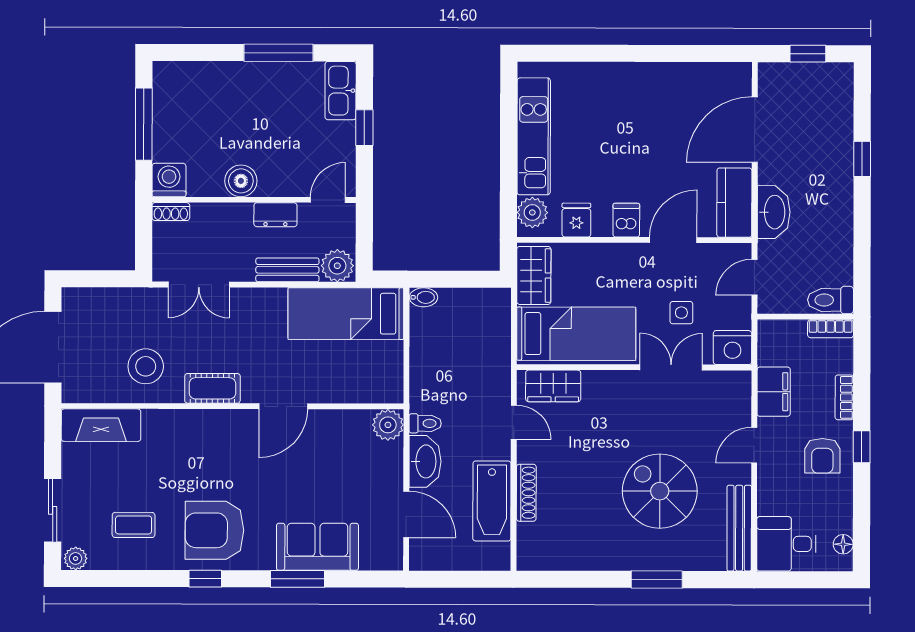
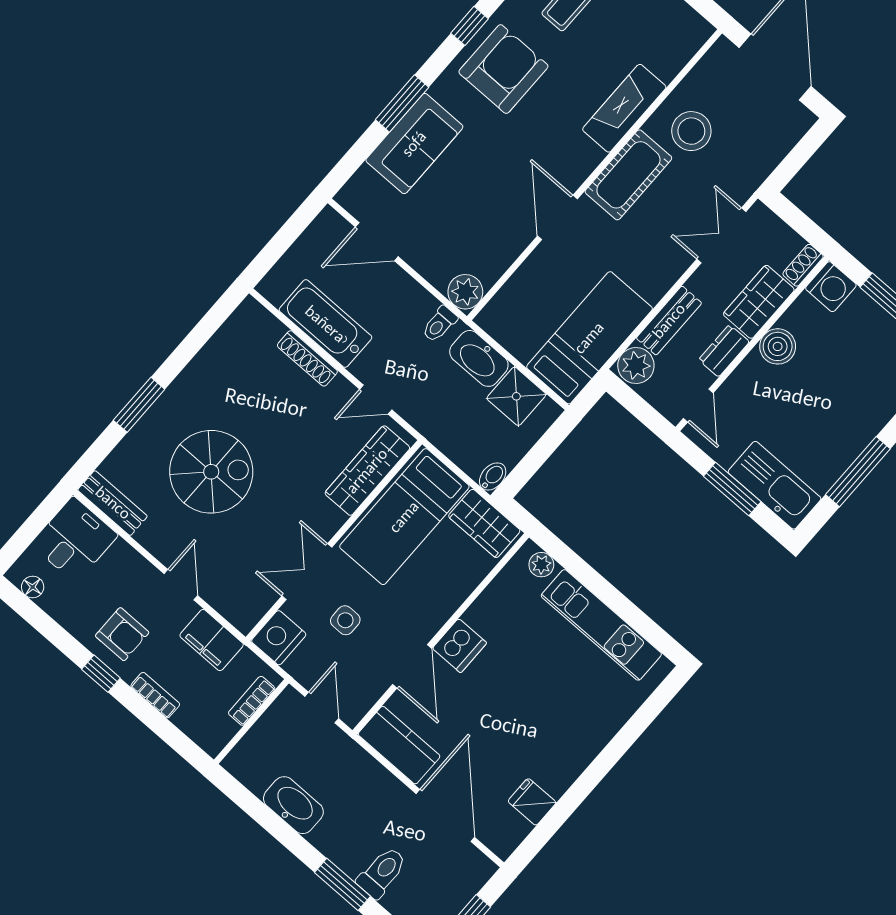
kitchen sink: (341, 91) -> (775, 485), width x1.36, depth x1.24
window: (364, 128) -> (732, 489), width x1.50
window: (862, 159) -> (342, 884), width x1.50
plant: (532, 212) -> (541, 565), width x0.73, depth x0.73
washbasin: (774, 212) -> (293, 805), moved, turned 180
wardrobe: (222, 220) -> (759, 302), added
fridge: (576, 220) -> (532, 802), moved, turned 180
dishwasher: (626, 220) -> (460, 646), width x1.38
bidet: (424, 297) -> (493, 476), moved, turned 180
toilet: (831, 300) -> (382, 873), moved
shower: (429, 329) -> (516, 396), added
bookcase: (831, 329) -> (252, 701), moved
double door: (671, 367) -> (307, 572), swing flipped
wardrobe: (553, 386) -> (367, 471), width x1.50
cot: (212, 388) -> (628, 175), width x1.37, depth x1.34
fireplace: (101, 425) -> (624, 108), moved
armchair: (822, 456) -> (122, 634), turned 180
washbasin: (425, 461) -> (479, 358), moved
bench: (739, 528) -> (113, 503), width x0.73

